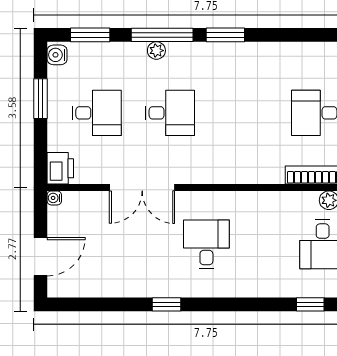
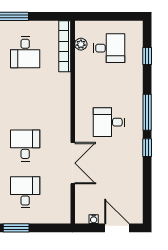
printer: (60, 168) -> (60, 215), removed
water cooler: (54, 198) -> (94, 219), moved
window: (222, 304) -> (147, 112), added

